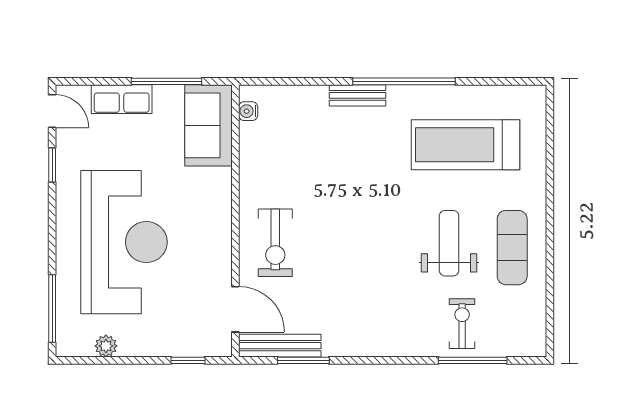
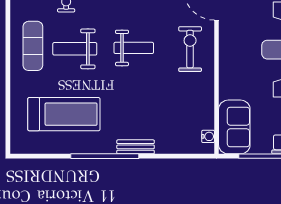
weight bench: (449, 243) -> (75, 49), turned 90
weight bench: (360, 245) -> (134, 48), added

